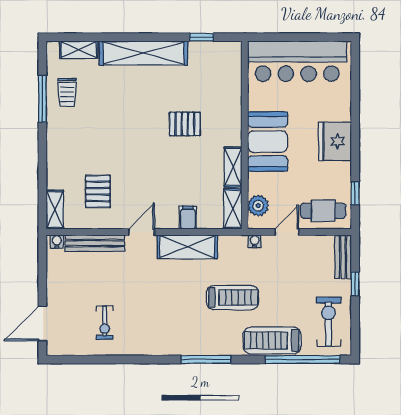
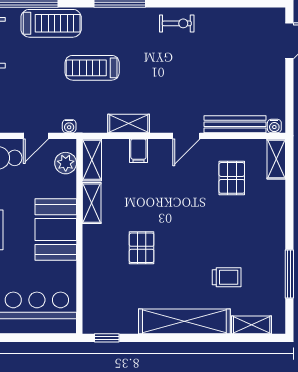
window: (202, 37) -> (107, 338), moved
trolley: (67, 92) -> (227, 277), moved, turned 90
pallet: (185, 124) -> (142, 248), turned 90
shelving: (187, 247) -> (129, 124), width x0.67, depth x0.75
exercise bike: (105, 323) -> (177, 23), moved, turned 90

